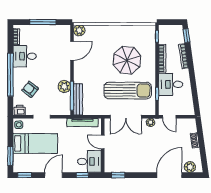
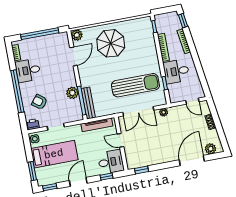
window: (43, 22) -> (40, 34), width x1.46
parasol: (127, 60) -> (111, 43), moved
door: (169, 117) -> (192, 101), moved

